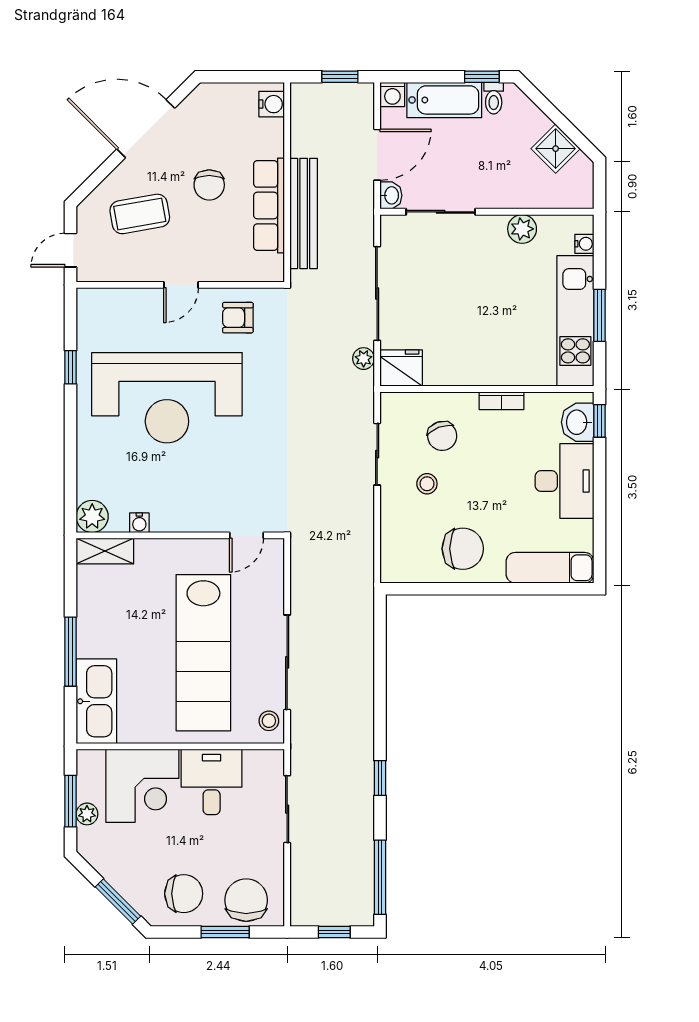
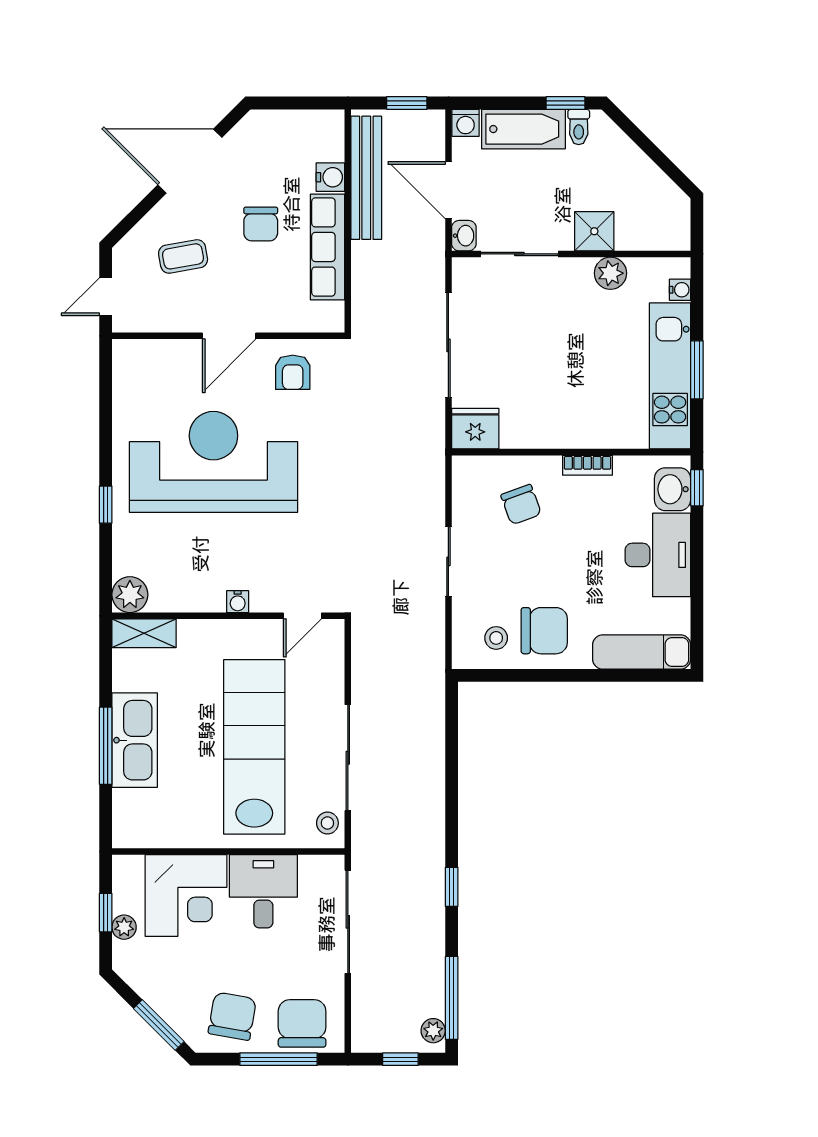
water cooler: (272, 104) -> (330, 177), moved
shower: (556, 149) -> (594, 231), moved, turned 45
door: (377, 155) -> (448, 190), swing flipped
bench: (304, 213) -> (366, 178), moved
coffee table: (140, 214) -> (183, 256), width x0.73, depth x0.77
door: (181, 285) -> (229, 336), width x1.38
armchair: (238, 318) -> (293, 372), turned -90
plant: (364, 359) -> (433, 1031), moved
window: (70, 367) -> (106, 505), moved
reception desk: (167, 398) -> (213, 462), turned 180
sliding door: (377, 454) -> (448, 561), moved
stool: (427, 484) -> (496, 638), moved
water cooler: (139, 523) -> (238, 602), moved
lab bench: (203, 653) -> (254, 747), turned 180
kitchen sink: (96, 701) -> (135, 740), moved
window: (70, 801) -> (106, 913), width x0.67
sliding door: (287, 809) -> (348, 922), width x1.37
chair: (184, 894) -> (232, 1016), turned -80
window: (225, 932) -> (279, 1059), width x1.44

